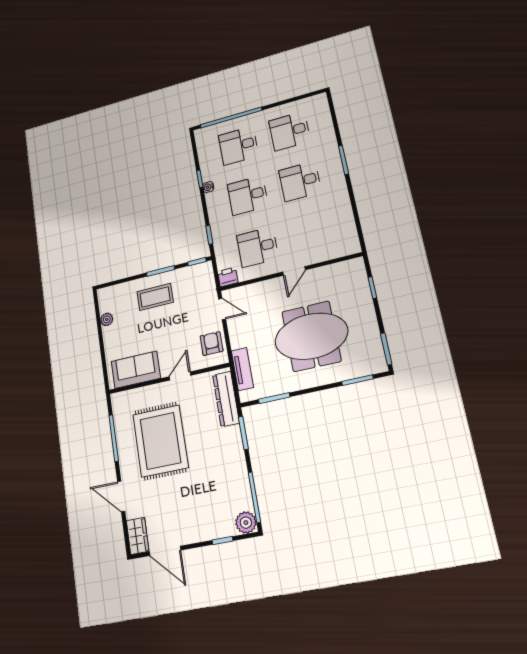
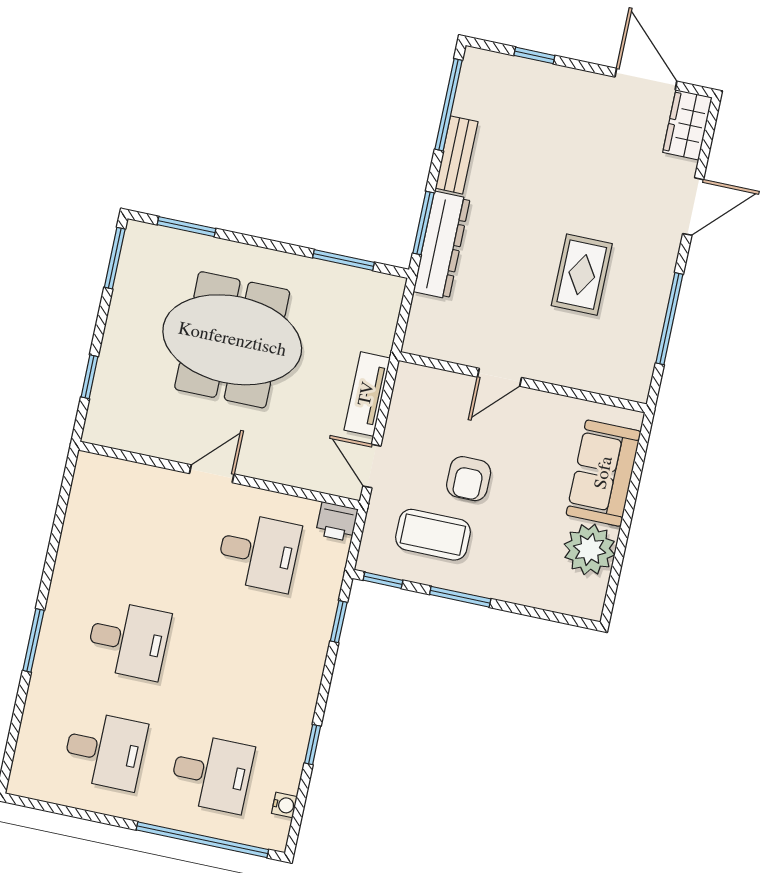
water cooler: (208, 187) -> (284, 805), moved
desk: (248, 195) -> (235, 663), removed
coffee table: (155, 297) -> (433, 535), moved
plant: (107, 319) -> (590, 549), width x1.87, depth x1.87
armchair: (212, 344) -> (469, 479), moved
tv unit: (242, 369) -> (367, 394), moved
sofa: (136, 370) -> (604, 473), moved, turned 90
dresser: (226, 399) -> (442, 245), moved
rug: (160, 441) -> (582, 275), width x0.54, depth x0.49
bench: (241, 474) -> (457, 155), added
door: (121, 496) -> (693, 207), hinge flipped
plant: (246, 523) -> (481, 69), removed

